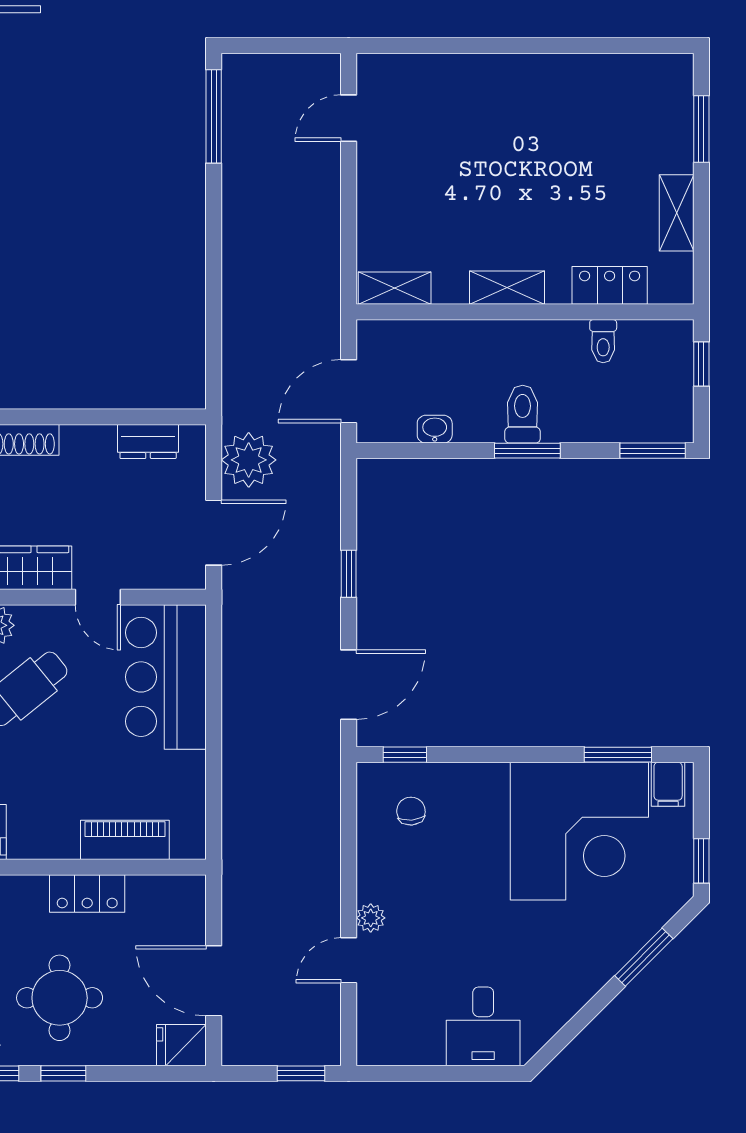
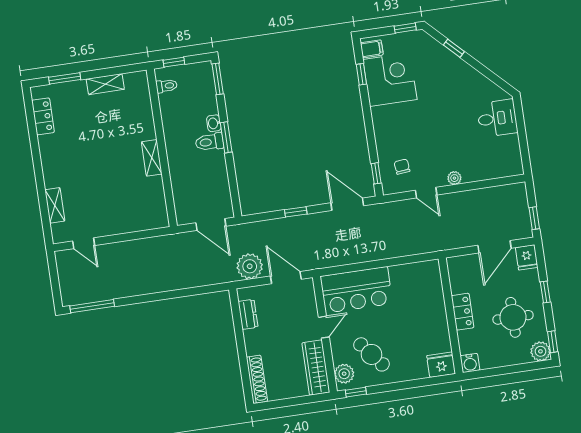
locker: (610, 285) -> (43, 116), moved, turned 180
shelving: (395, 288) -> (55, 205), moved
toilet: (603, 341) -> (167, 86), moved
washbasin: (435, 429) -> (214, 123), moved
window: (618, 755) -> (361, 74), width x0.67
chair: (411, 811) -> (402, 167), turned 89
corner desk: (579, 831) -> (390, 80), width x0.74, depth x0.74
piano: (125, 840) -> (435, 298), removed
window: (644, 957) -> (454, 48), width x0.67
door: (349, 960) -> (426, 193), moved
window: (63, 1073) -> (545, 292), moved
window: (301, 1073) -> (534, 218), moved

